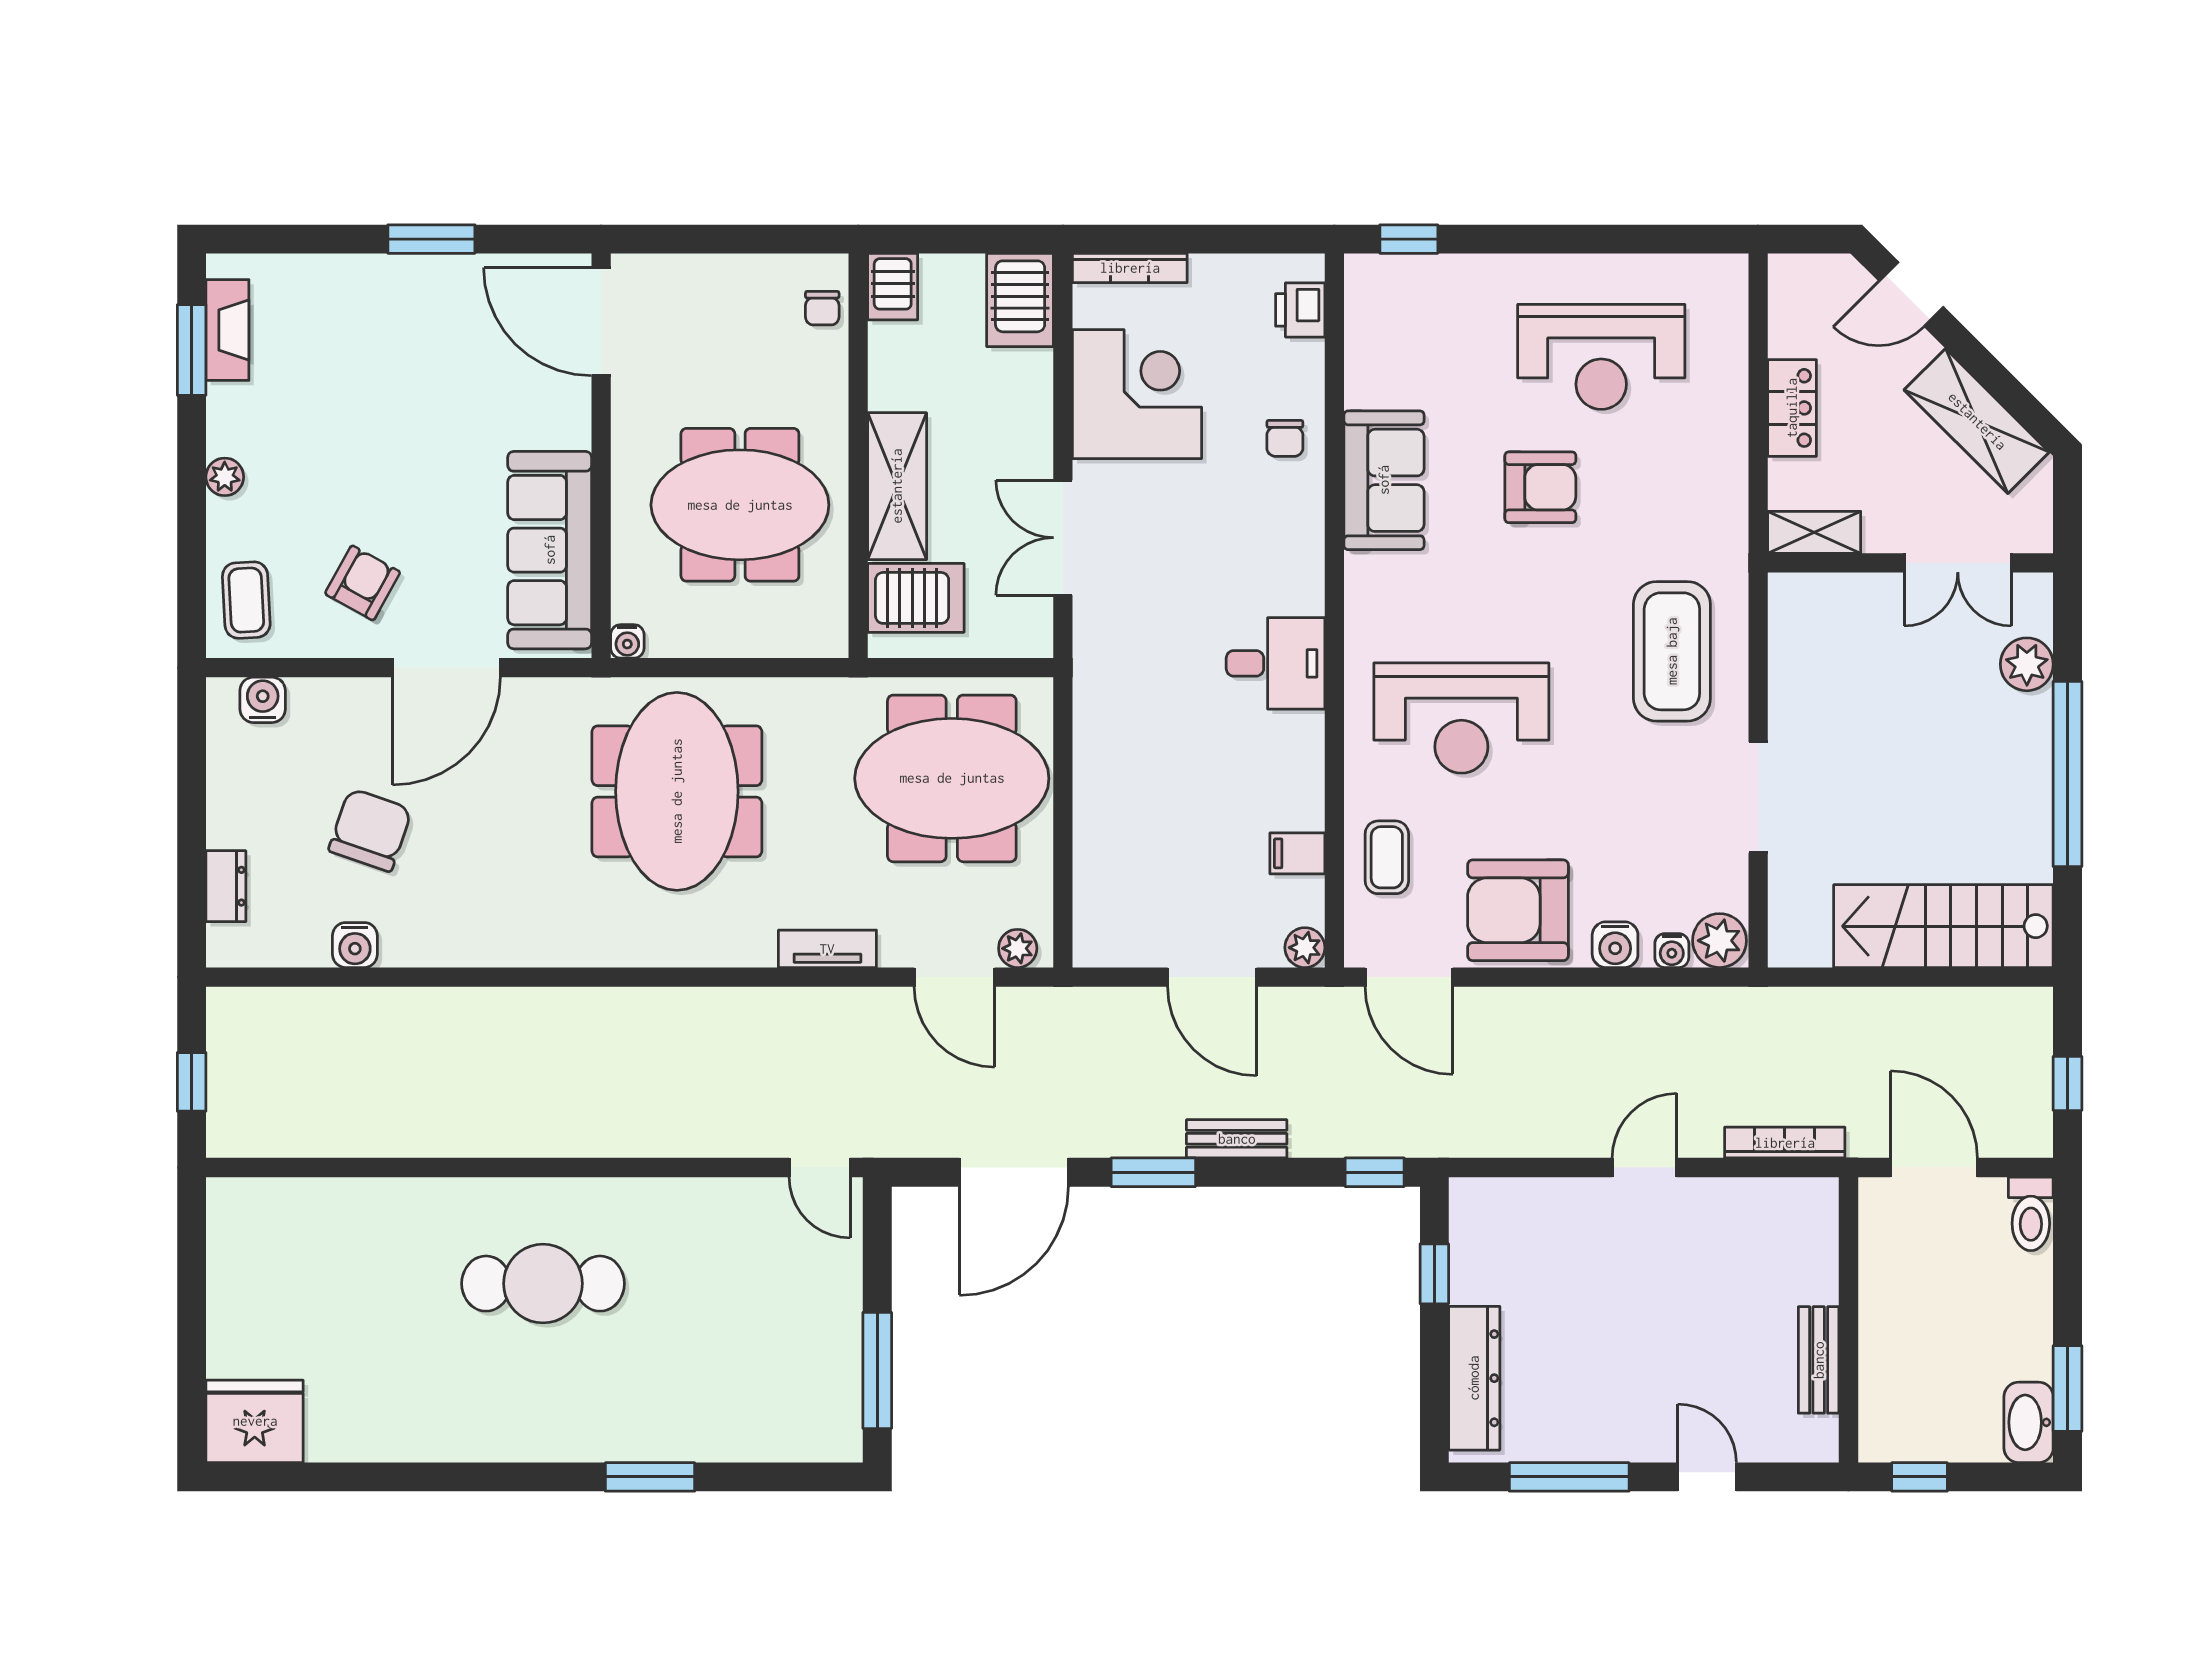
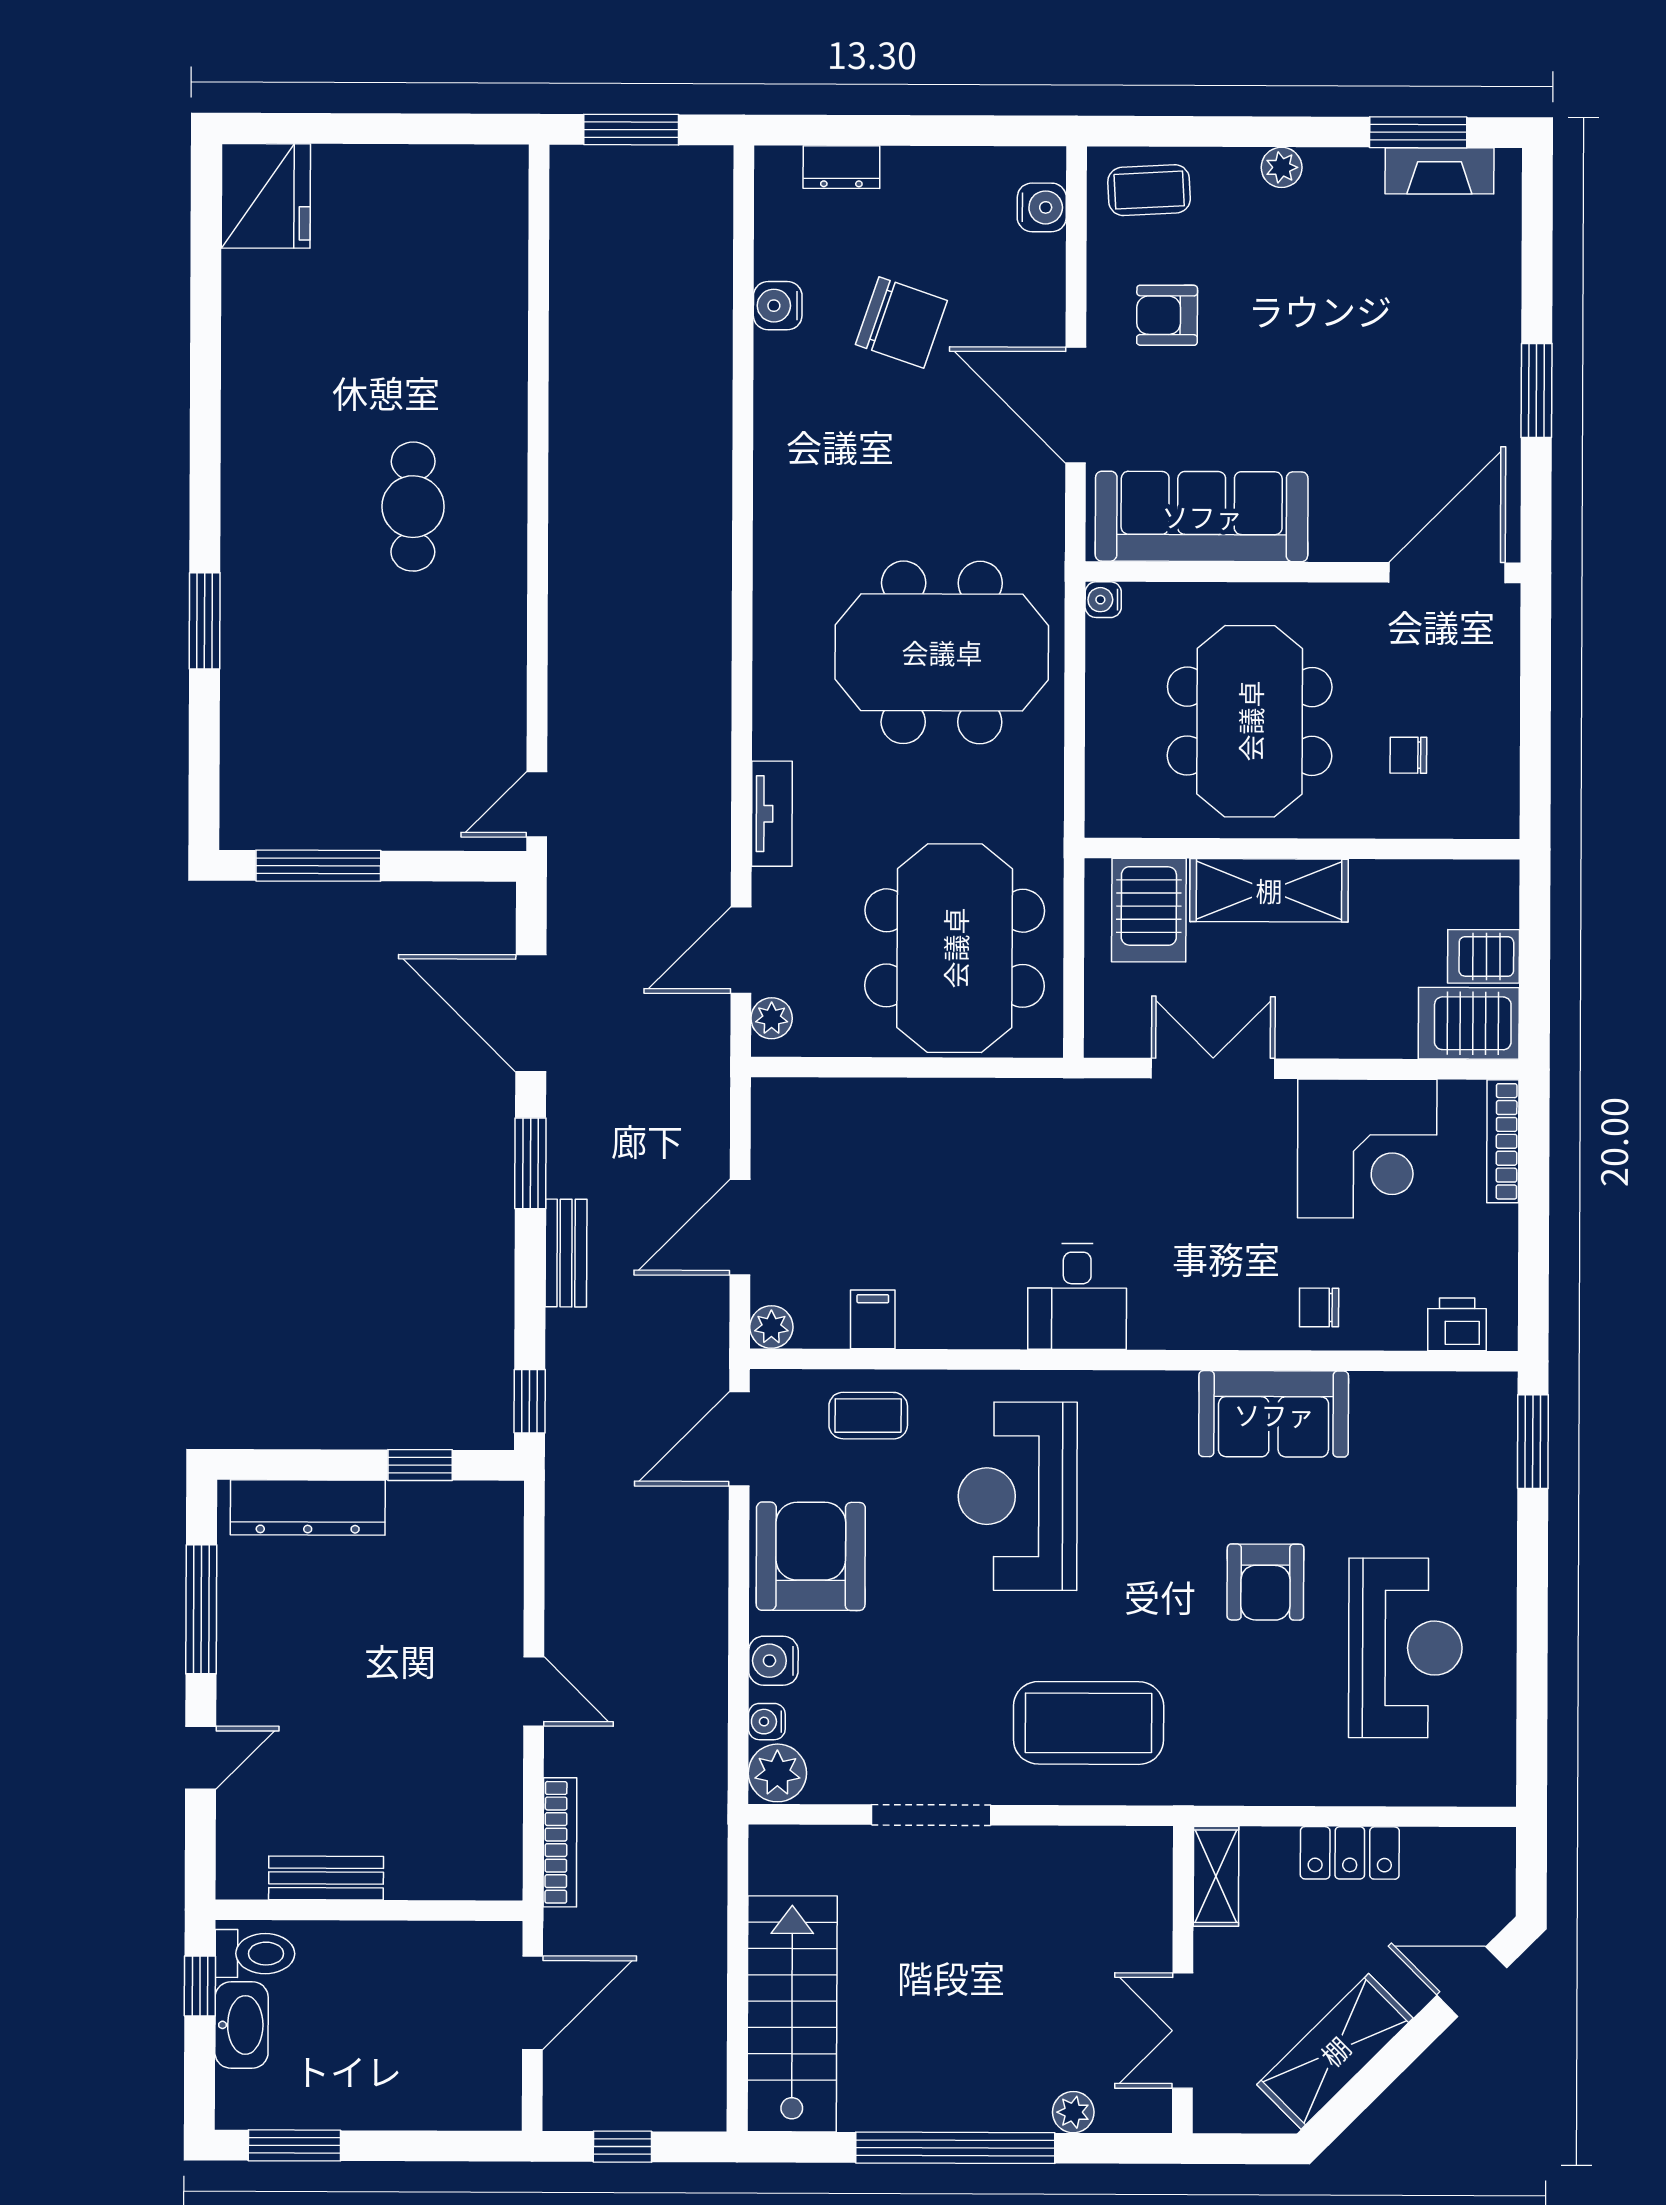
window: (1409, 239) -> (1533, 1442), width x1.50
server rack: (893, 287) -> (1483, 956), moved
door: (1911, 294) -> (1472, 1982), hinge flipped
chair: (822, 308) -> (1408, 755), moved
reception desk: (1601, 357) -> (1405, 1648), turned 180
armchair: (363, 583) -> (1167, 315), turned 151
plant: (2027, 664) -> (1073, 2112), width x0.73, depth x0.73
window: (192, 1082) -> (631, 130), width x1.50
toilet: (2031, 1214) -> (255, 1954), moved, turned 180
cafe table: (543, 1284) -> (413, 507), width x0.73, depth x0.74
washbasin: (2029, 1422) -> (242, 2025), moved, turned 90

